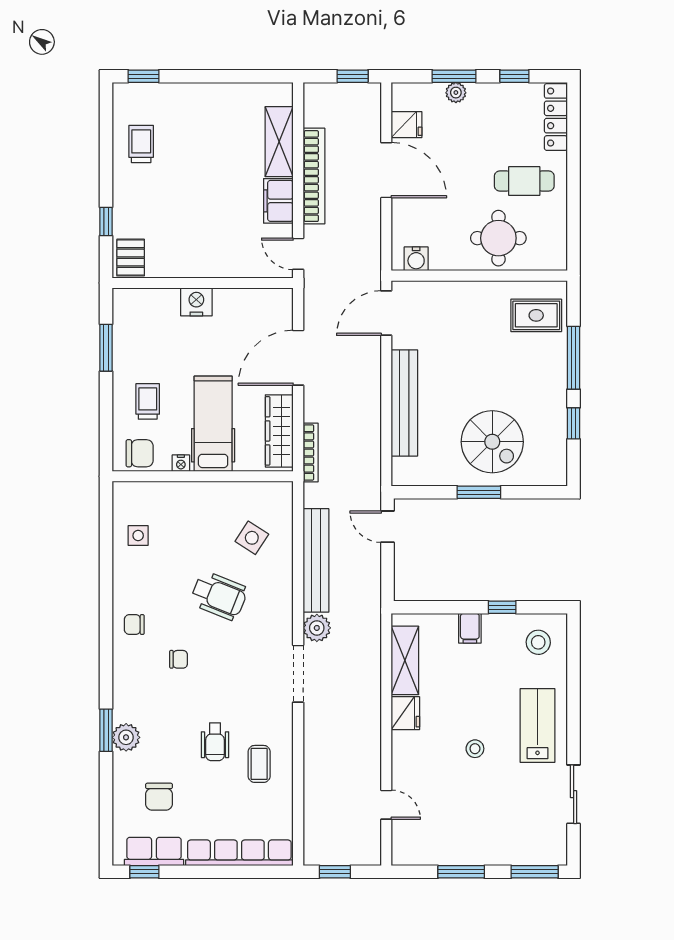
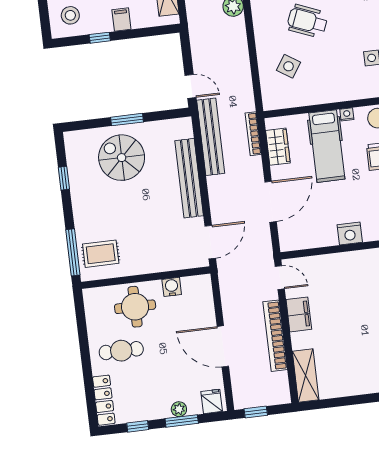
fridge: (407, 125) -> (212, 401), moved, turned 90
shelving: (279, 142) -> (306, 375), moved
water cooler: (416, 259) -> (172, 287), moved
window: (574, 358) -> (73, 252), moved
wardrobe: (279, 431) -> (278, 147), width x0.67
bench: (316, 560) -> (211, 137), moved

